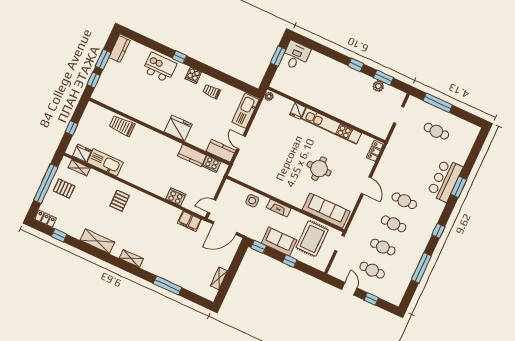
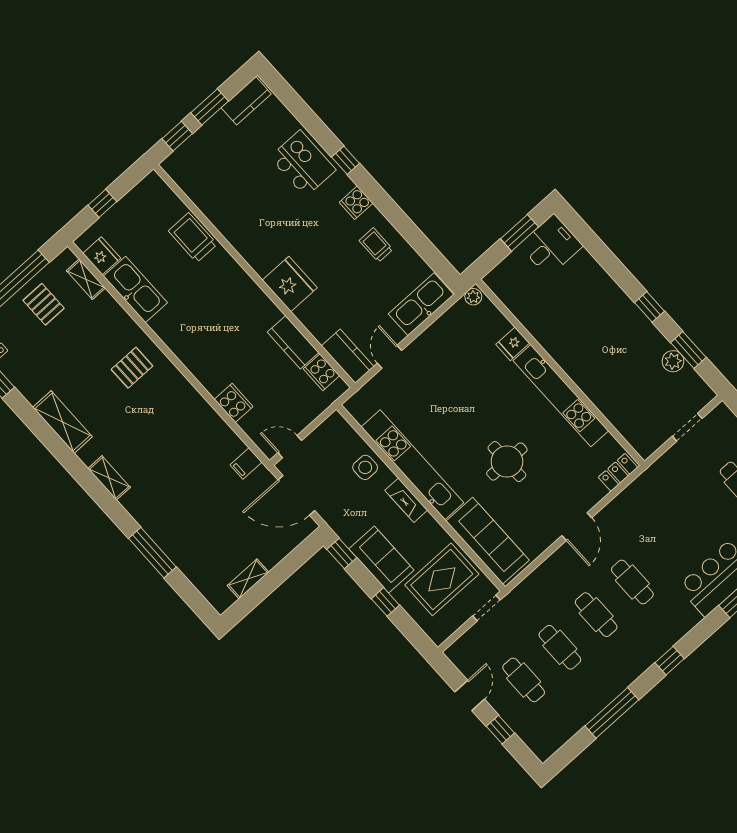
kitchen unit: (274, 190) -> (413, 465), added
filing cabinet: (189, 221) -> (246, 464), width x0.50

